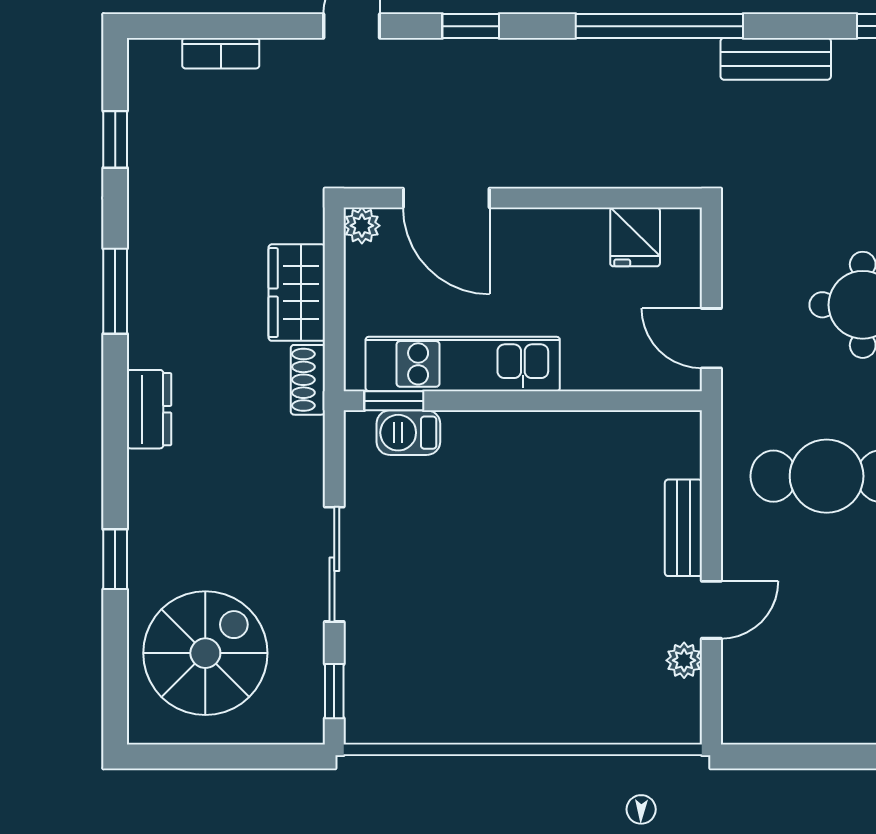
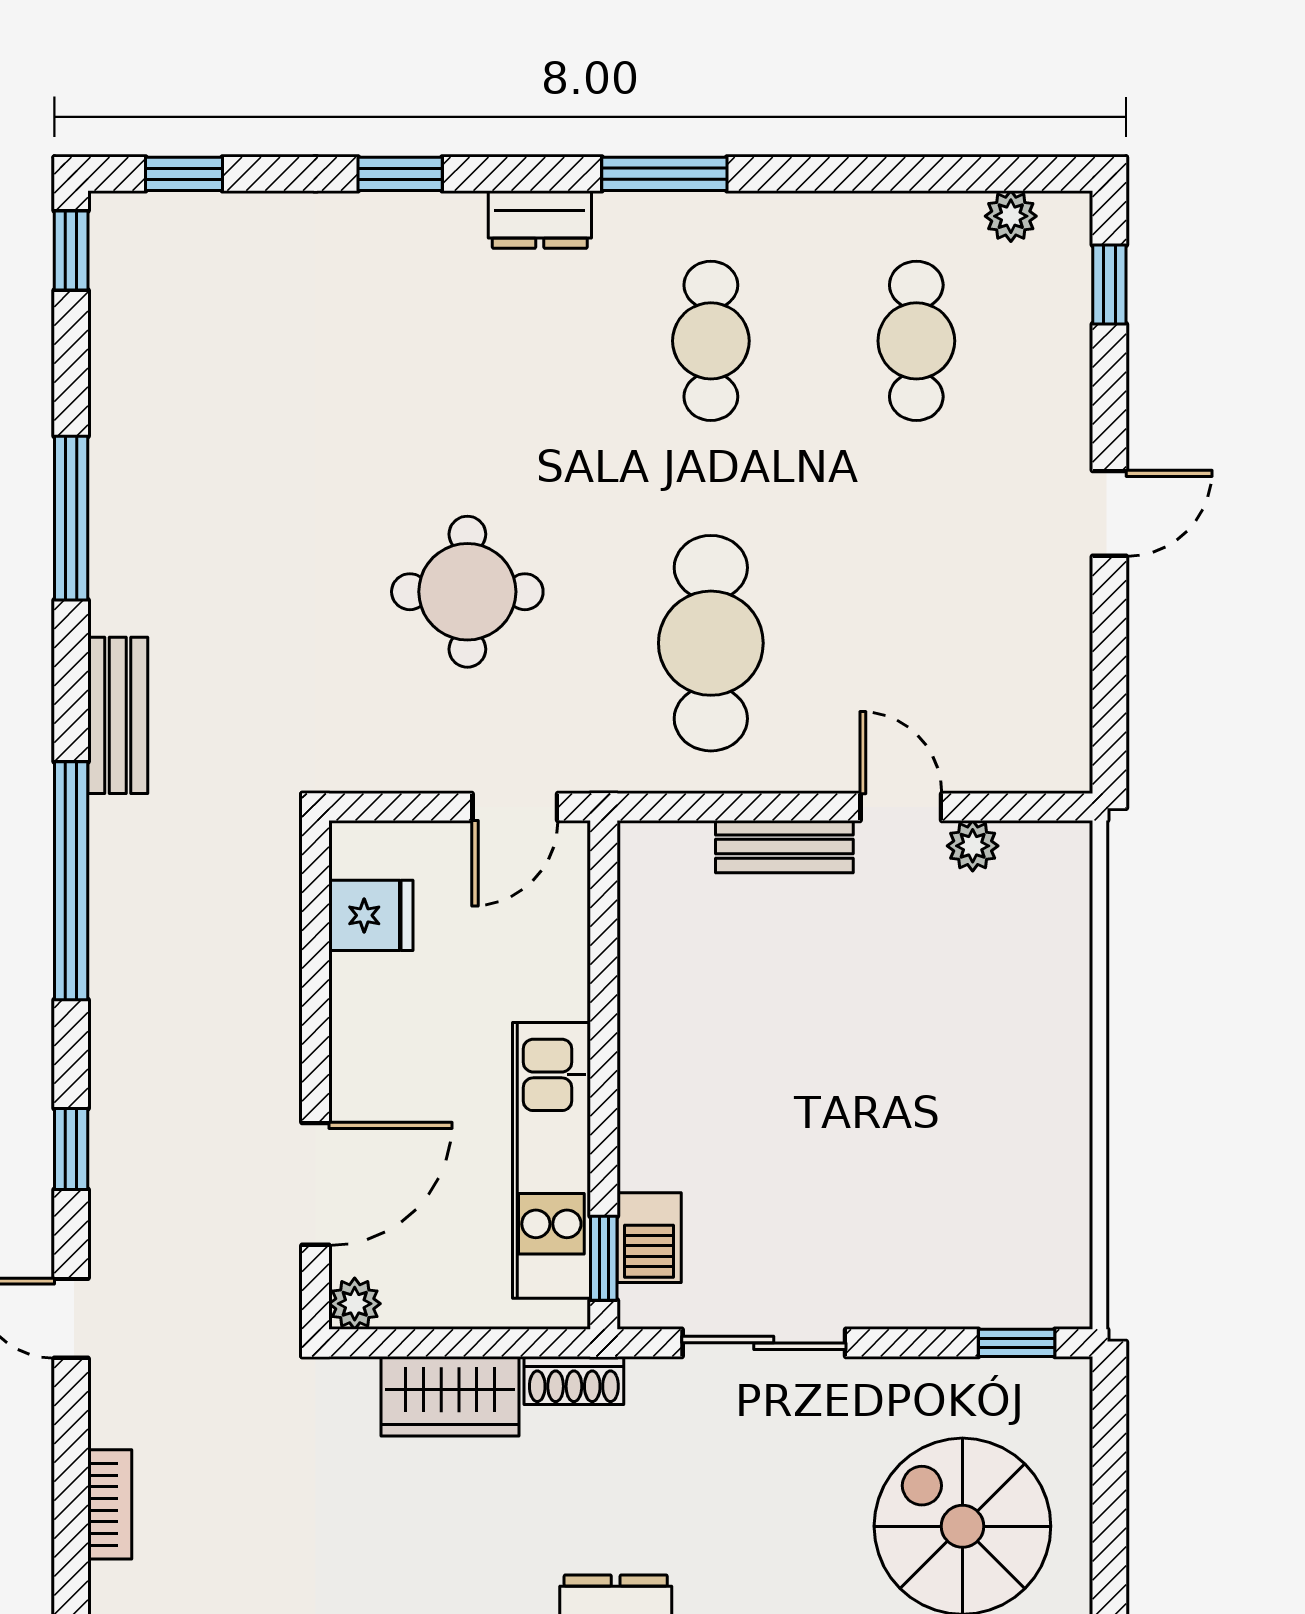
sliding door: (334, 564) -> (764, 1343), moved

